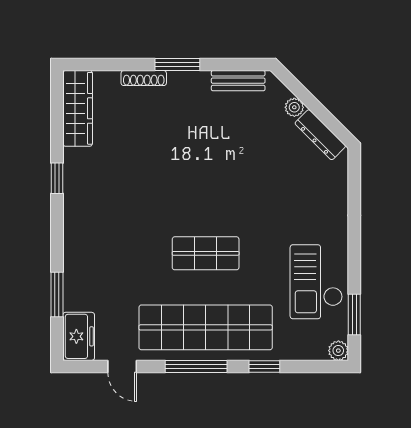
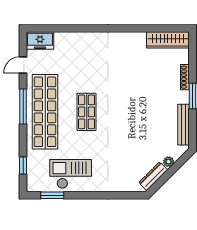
bench: (238, 81) -> (184, 125), width x1.36
window: (57, 178) -> (129, 28), removed
window: (57, 295) -> (63, 28), removed
plant: (338, 351) -> (32, 186), removed
window: (264, 366) -> (23, 166), moved

